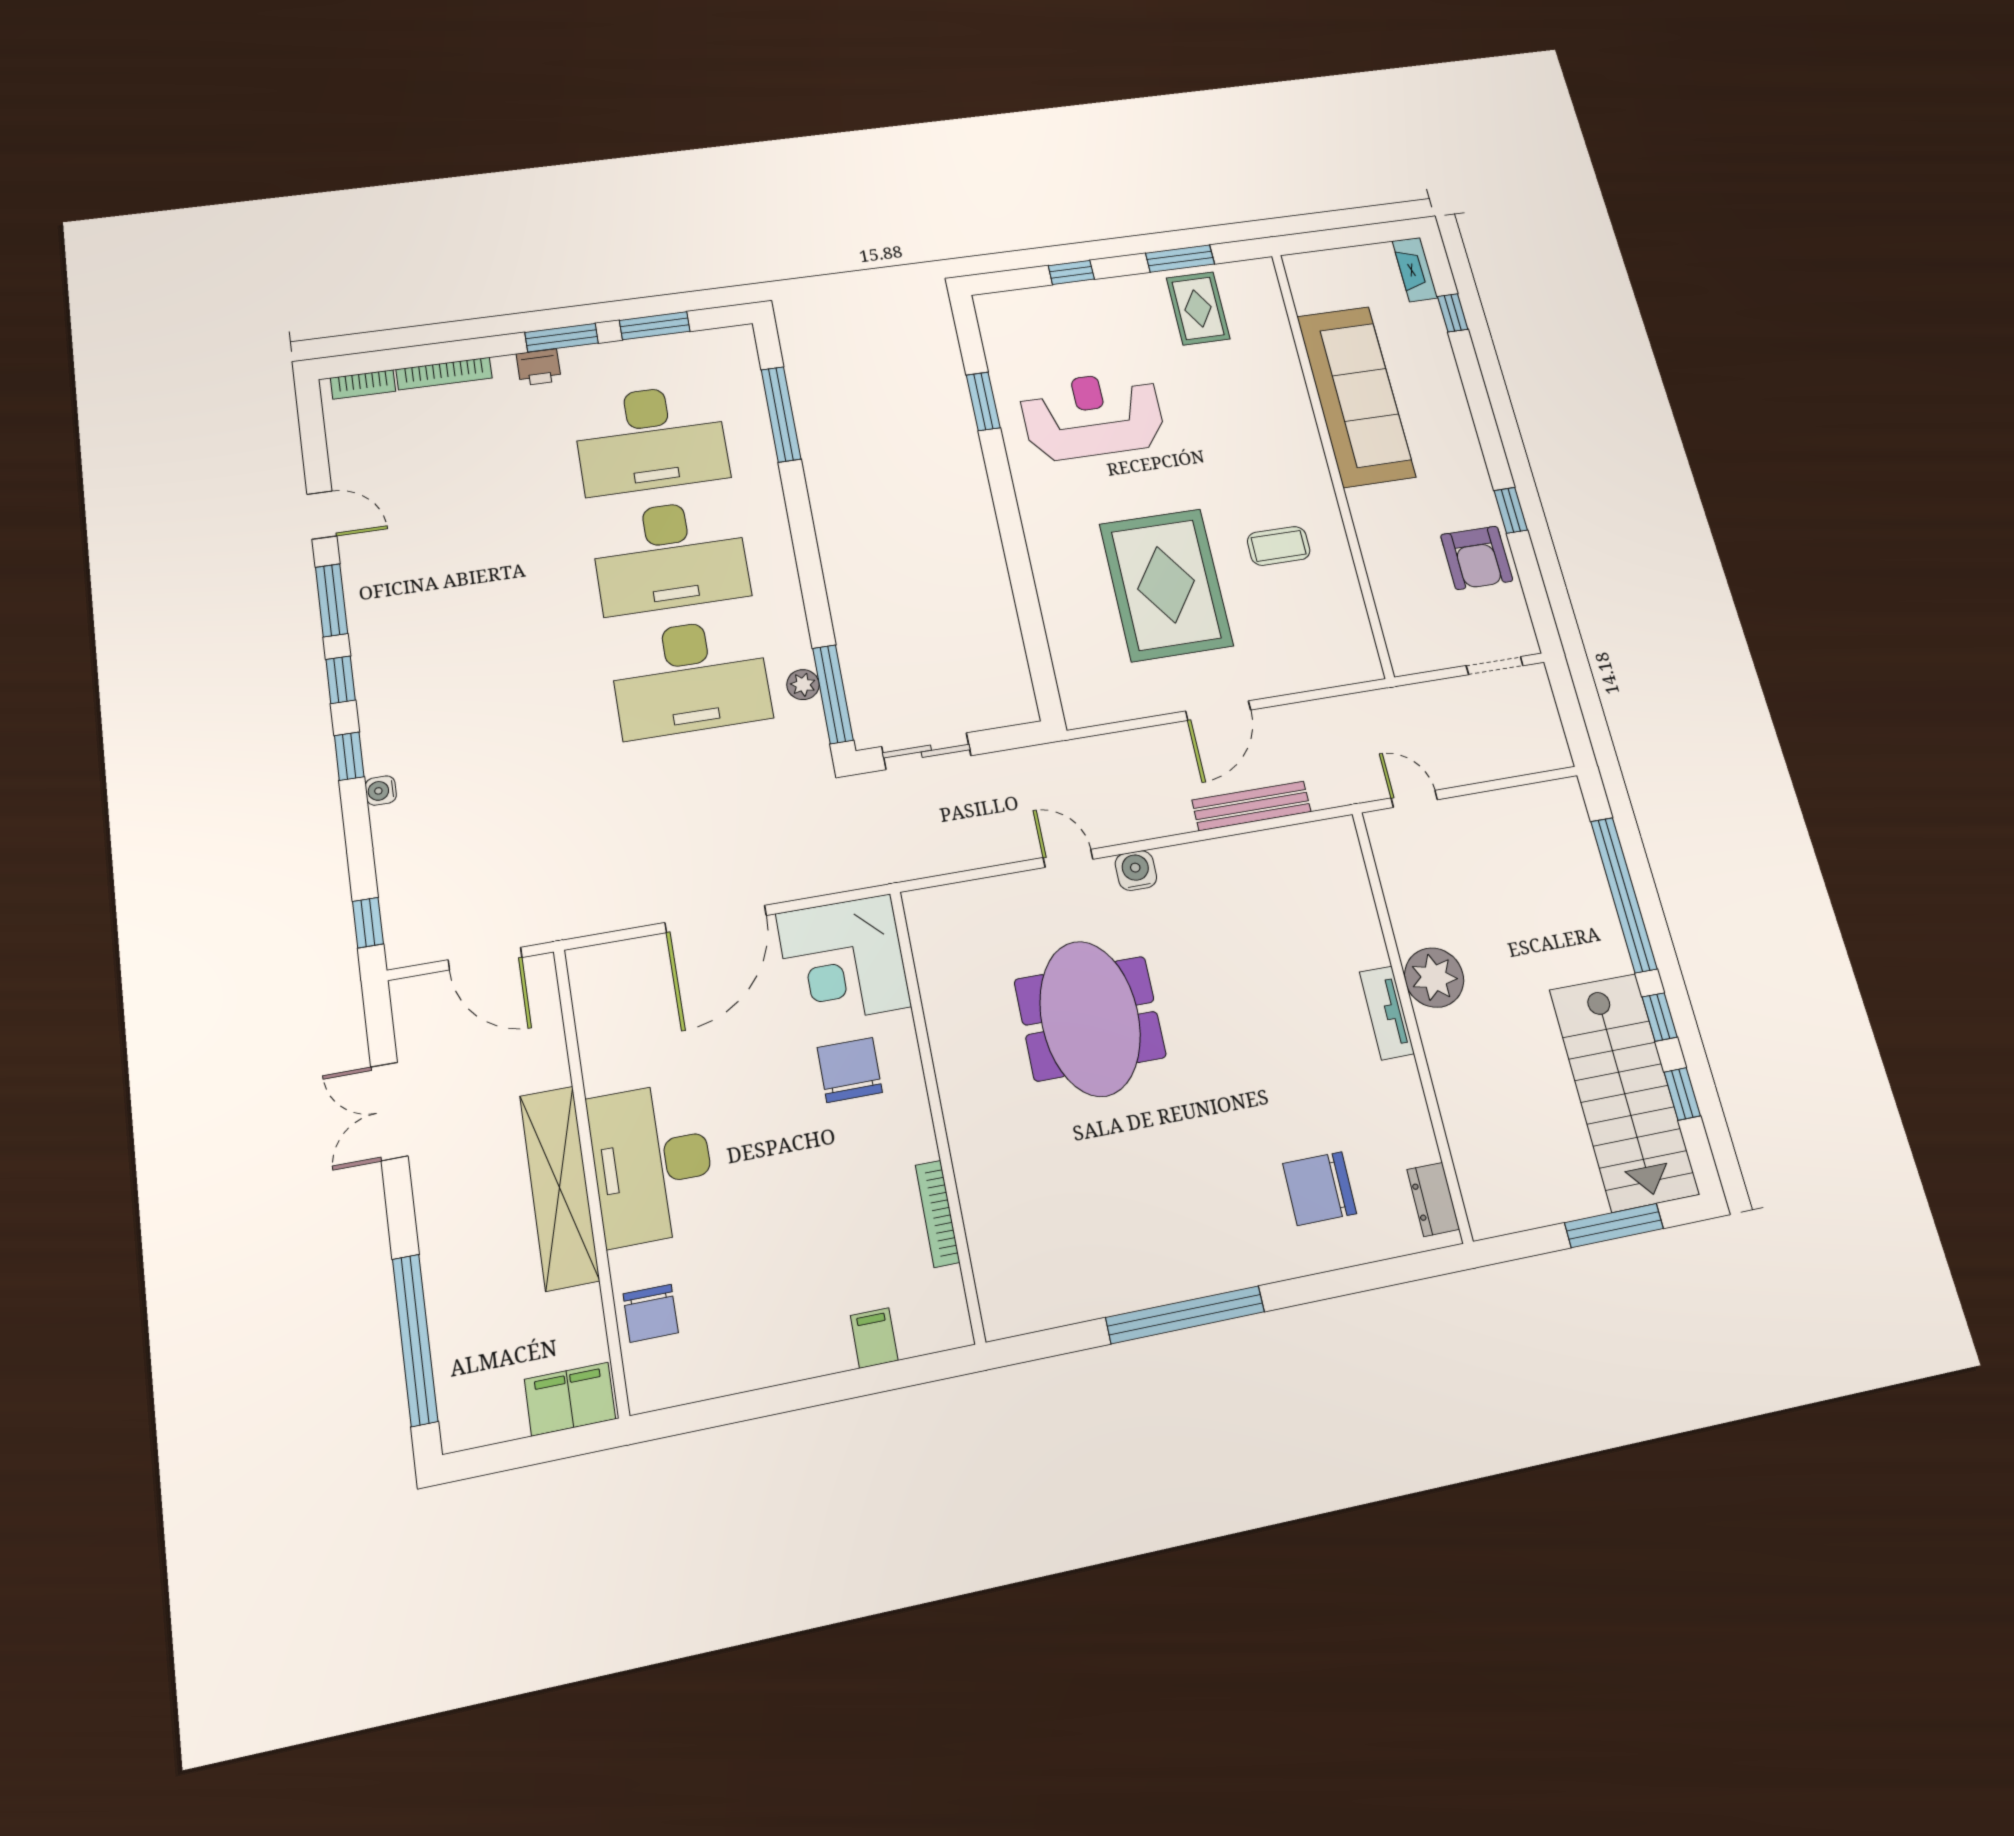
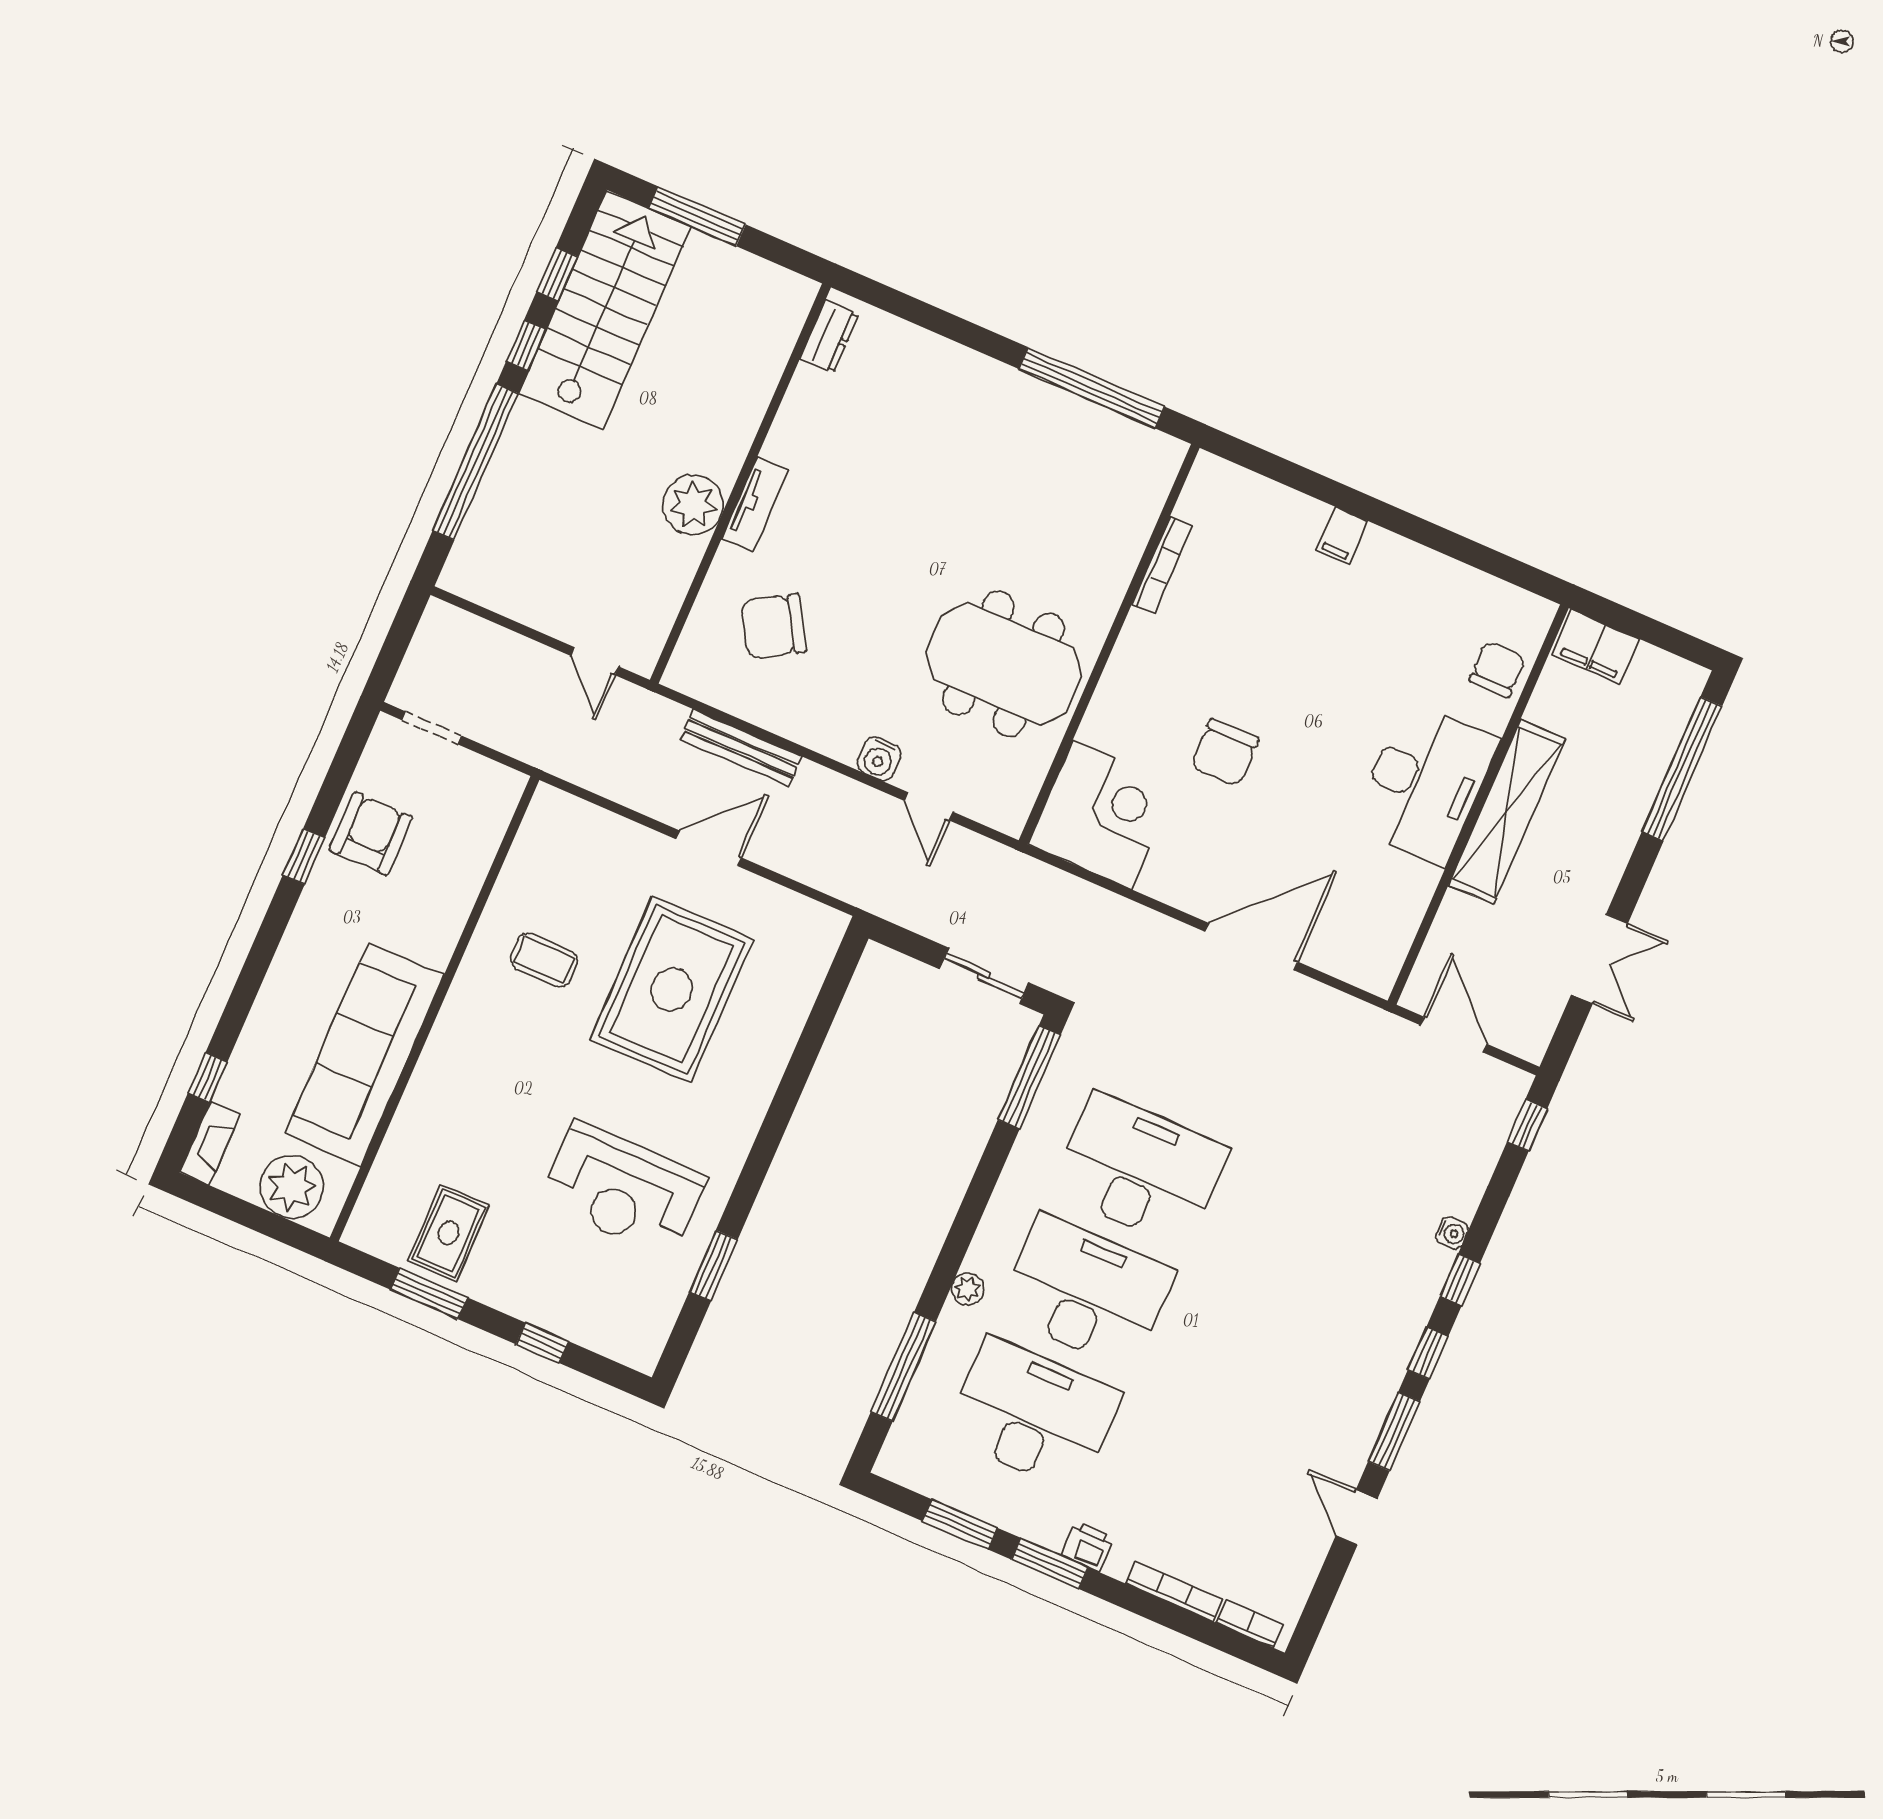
plant: (1335, 274) -> (292, 1187), added
plant: (803, 685) -> (968, 1289), moved
corner desk: (843, 960) -> (1102, 815), moved
meeting table: (1090, 1018) -> (1004, 664), turned 90
wall: (936, 1111) -> (1109, 644), moved
chair: (1320, 1189) -> (774, 626), moved, turned 149
bookcase: (937, 1214) -> (1162, 565), moved

